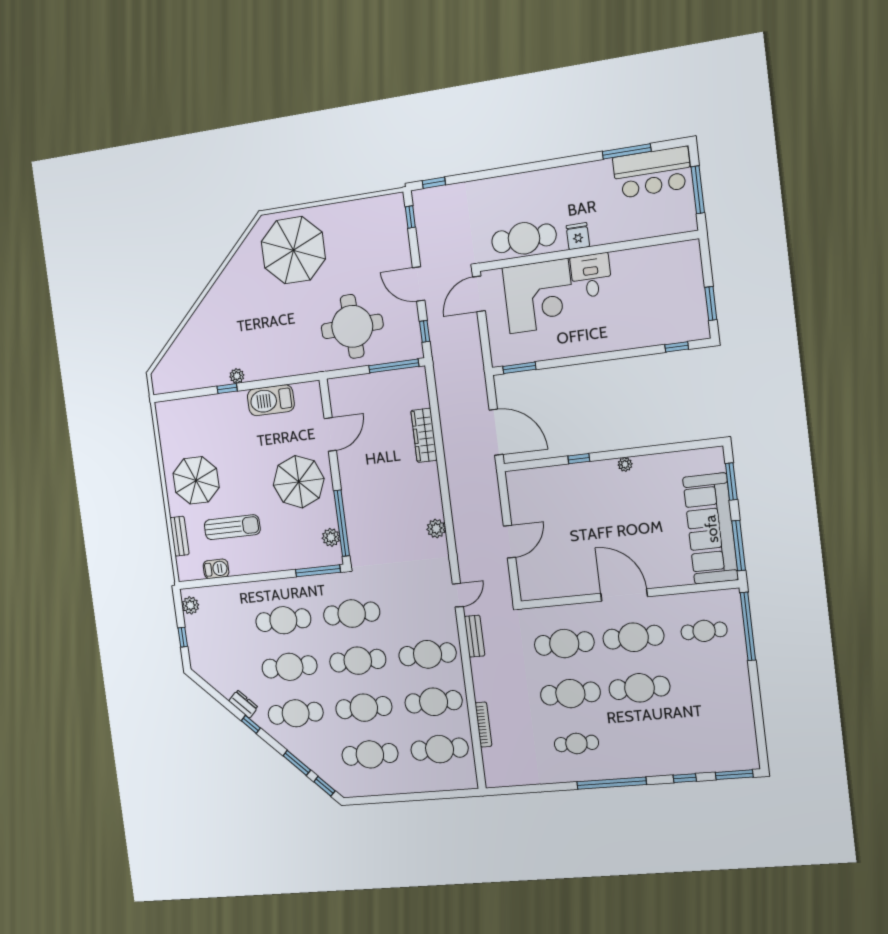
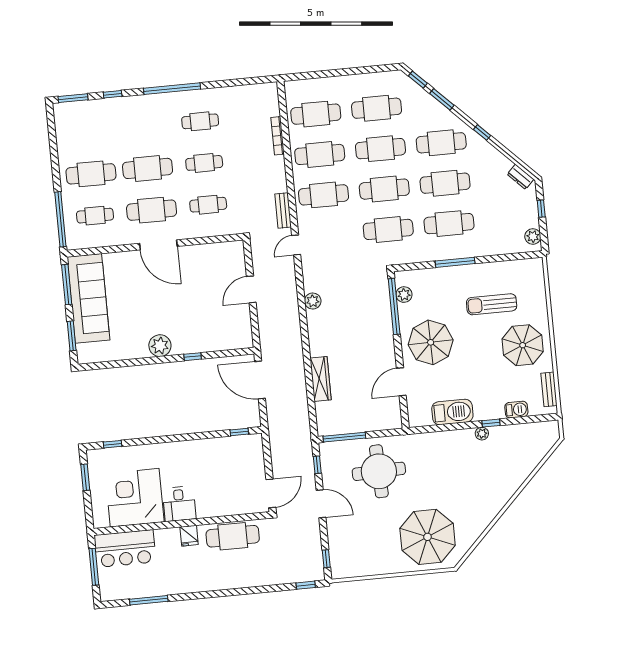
bar counter: (652, 172) -> (125, 549), moved, turned 180
corner desk: (539, 296) -> (135, 498), moved
window: (519, 368) -> (239, 432), width x0.67
plant: (625, 464) -> (160, 346), width x1.88, depth x1.88
bench: (179, 536) -> (549, 389), moved
barbecue: (216, 569) -> (516, 410), moved, turned 180
window: (318, 571) -> (455, 262), moved
cafe table: (564, 644) -> (208, 205), width x0.73, depth x0.74
cafe table: (710, 682) -> (91, 174), added
cafe table: (570, 694) -> (204, 163), width x0.73, depth x0.74
dresser: (243, 704) -> (520, 177), moved

